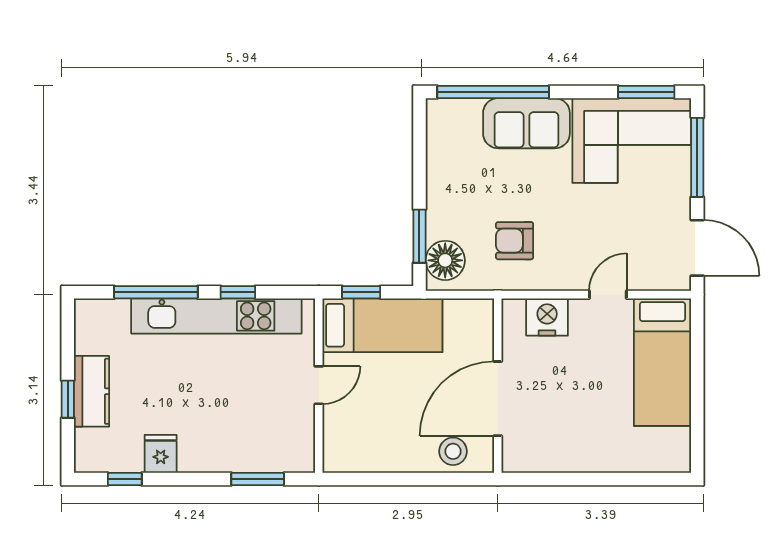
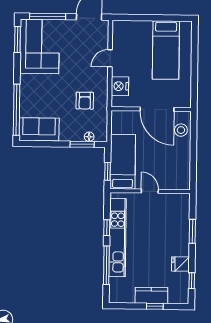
sofa: (526, 123) -> (39, 129), moved, turned -90
floor lamp: (445, 260) -> (89, 137), width x0.53, depth x0.53
door: (608, 295) -> (110, 58), hinge flipped
bed: (662, 362) -> (166, 50), moved, turned 90
window: (258, 479) -> (192, 231), moved

